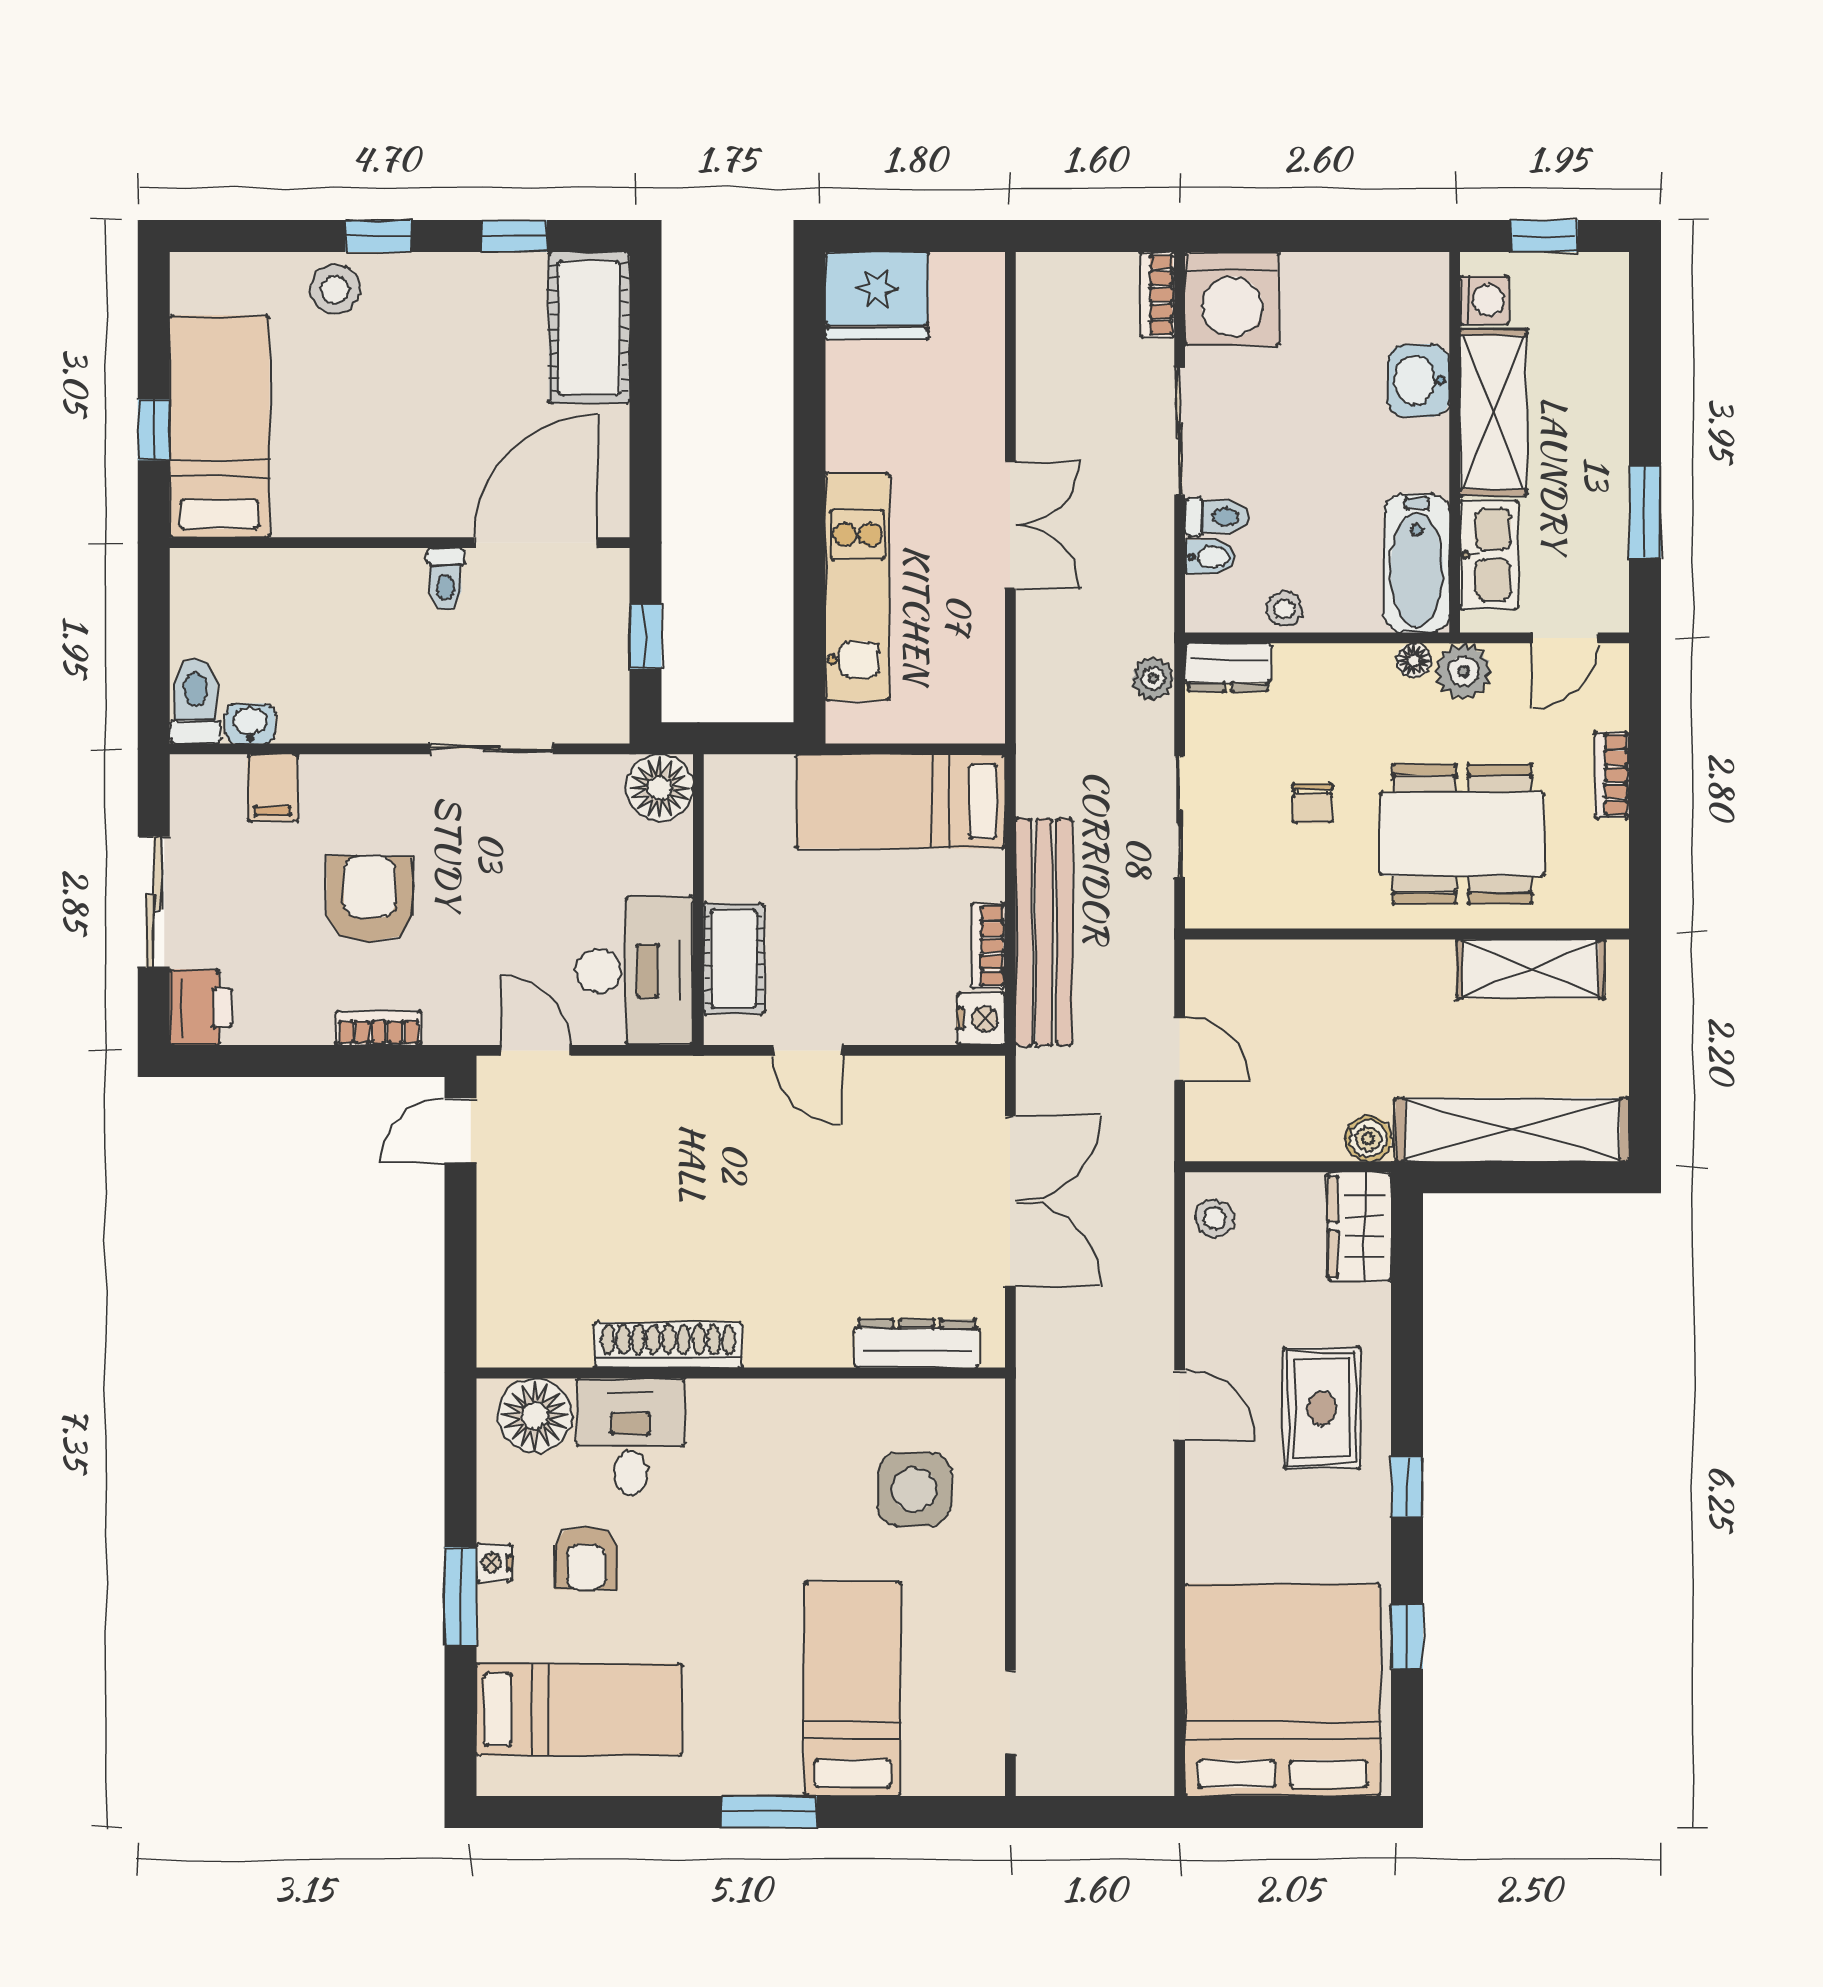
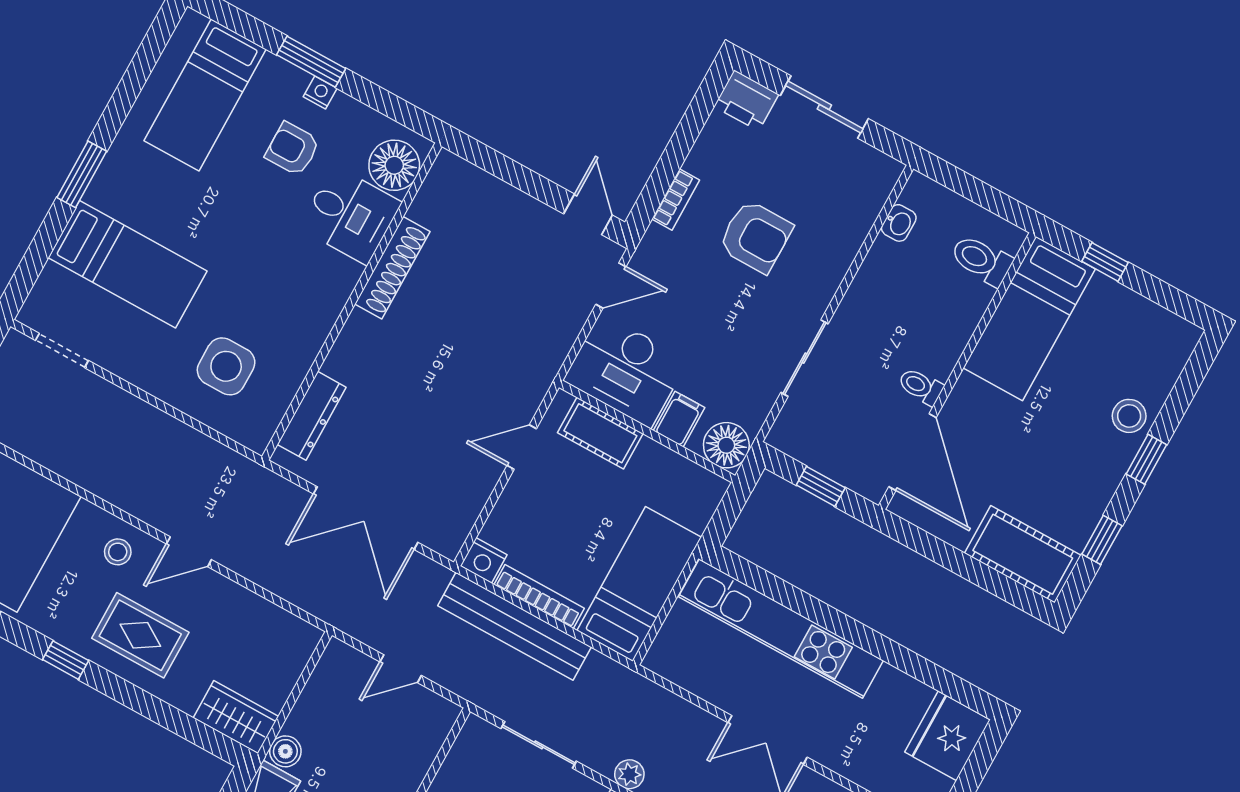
bed: (220, 426) -> (1029, 318), moved, turned 90
kitchen unit: (857, 587) -> (781, 629), width x1.36
toilet: (195, 701) -> (982, 260), moved, turned 180
filing cabinet: (273, 788) -> (679, 419), moved, turned 90
bookcase: (988, 946) -> (539, 597), width x1.56
stool: (1215, 1218) -> (118, 552), moved

